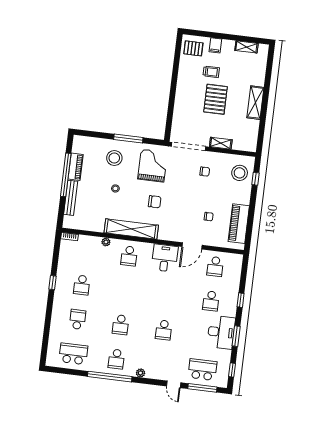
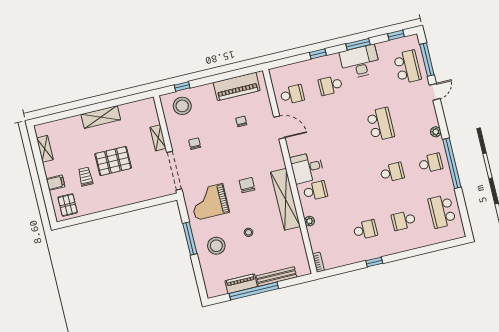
desk: (165, 258) -> (307, 168), moved
school desk: (211, 301) -> (331, 85), turned 180
school desk: (164, 330) -> (380, 124), width x1.85
school desk: (202, 370) -> (407, 67), turned 180

